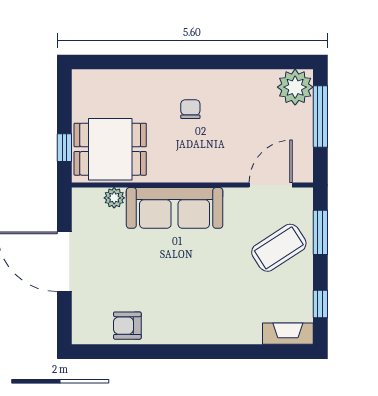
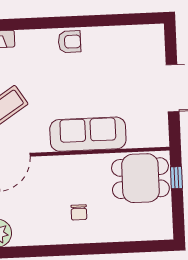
plant: (114, 198) -> (136, 140), removed
armchair: (127, 326) -> (70, 42), moved

